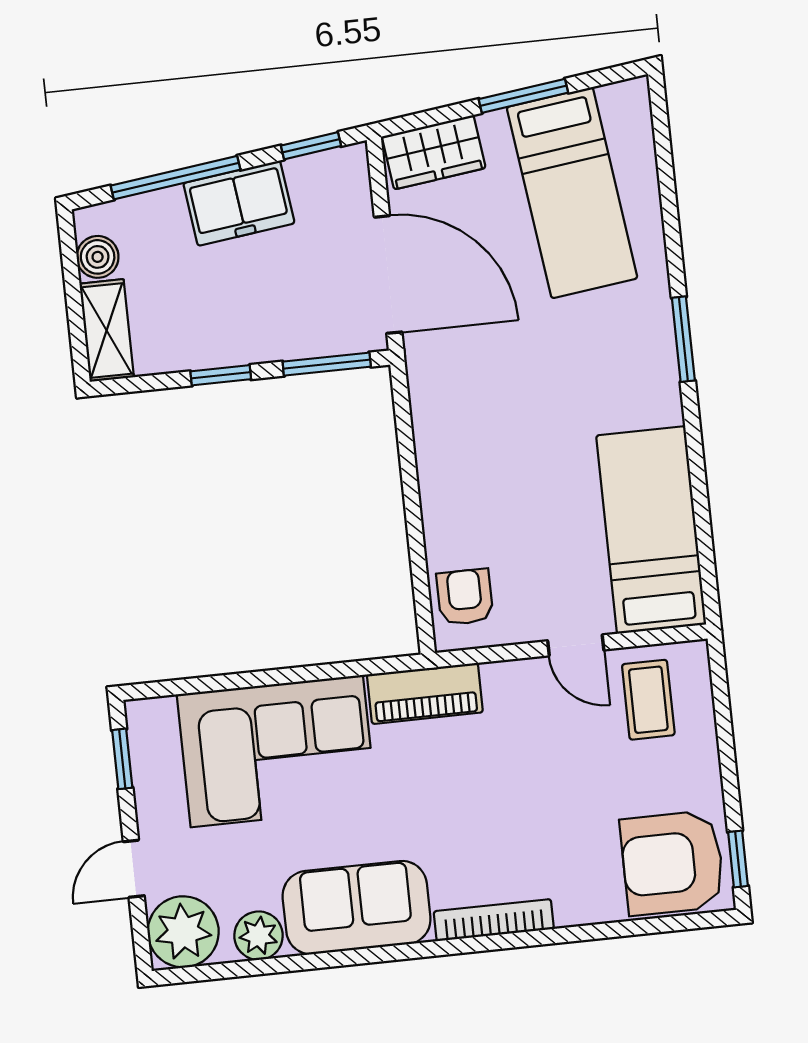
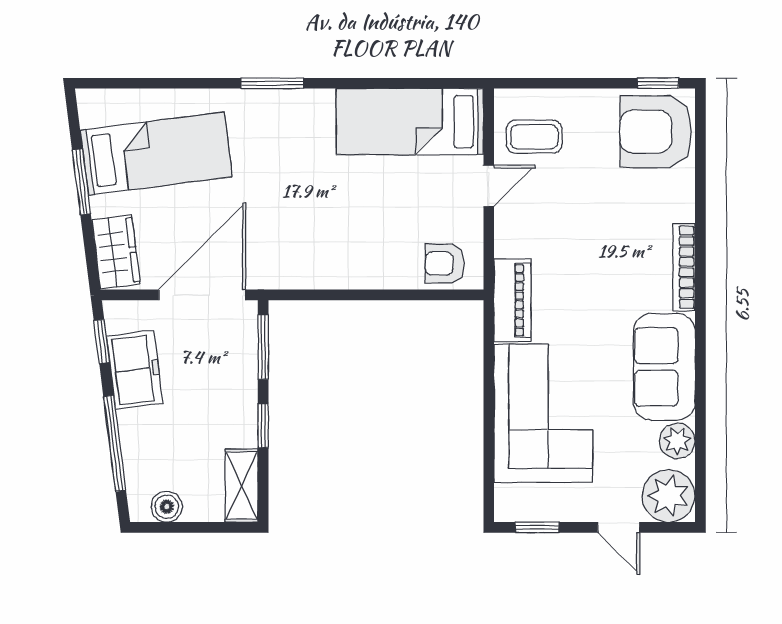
freezer: (239, 203) -> (135, 370), moved
shelving: (107, 330) -> (242, 486), moved, turned 90
armchair: (672, 863) -> (656, 132), turned 90

